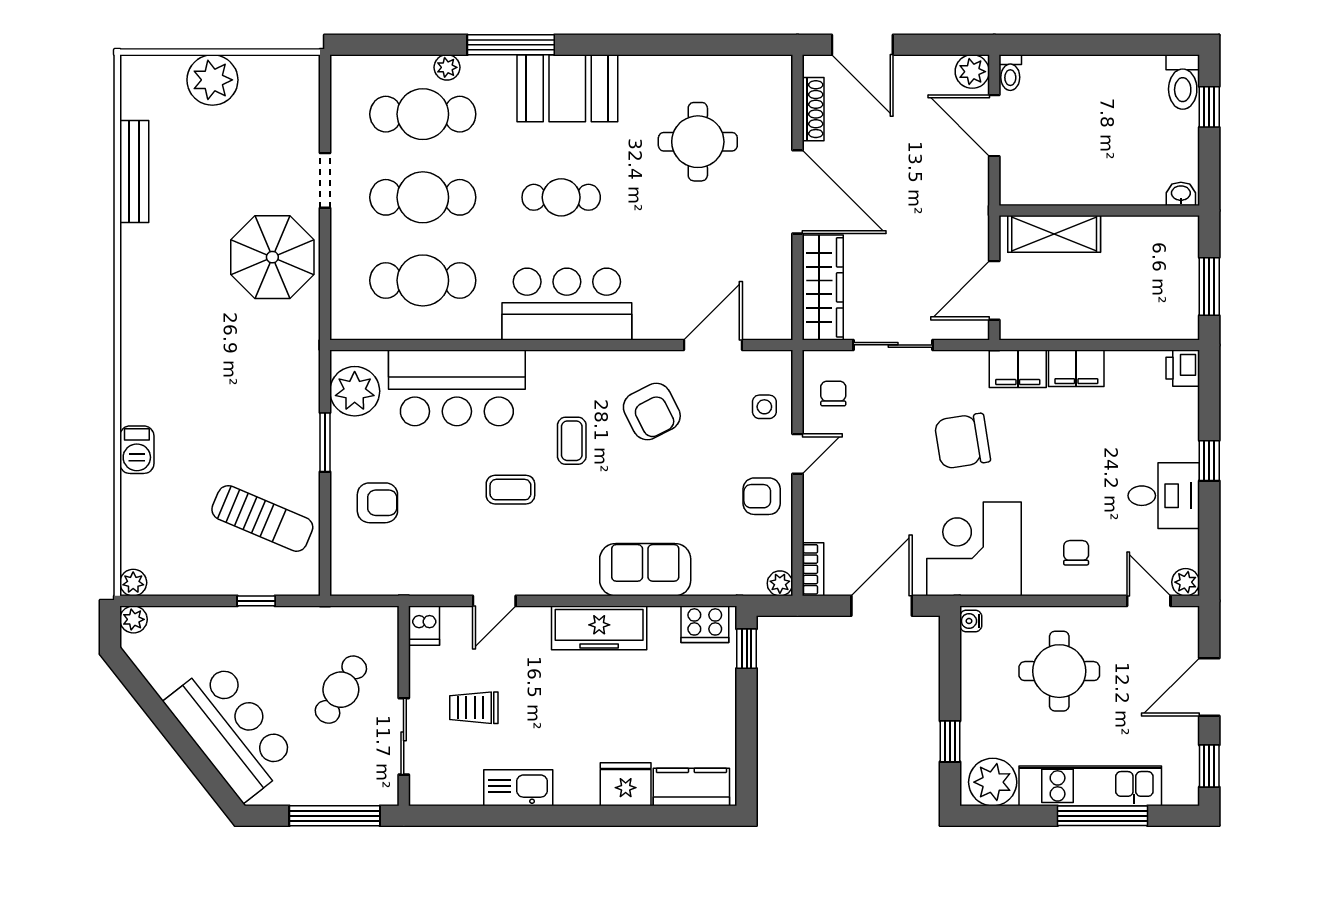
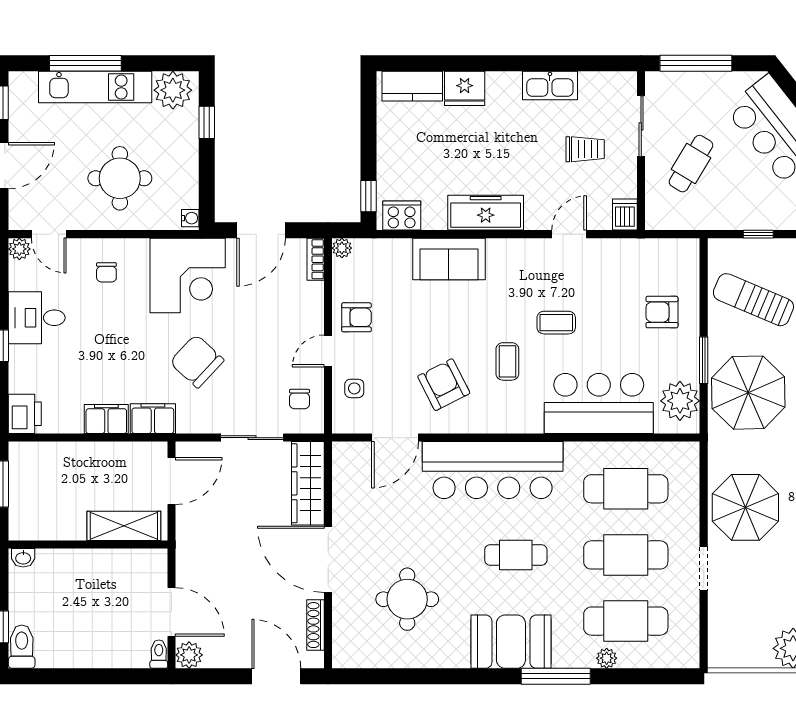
bar counter: (567, 304) -> (493, 470), width x1.36
printer: (1183, 368) -> (25, 414), width x1.36, depth x1.24
parasol: (269, 402) -> (748, 393), added
chair: (962, 441) -> (197, 361), turned -128

